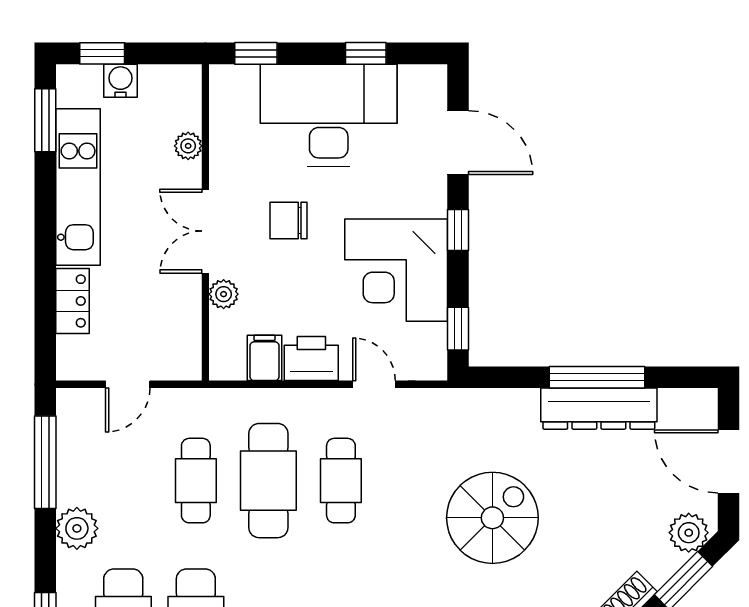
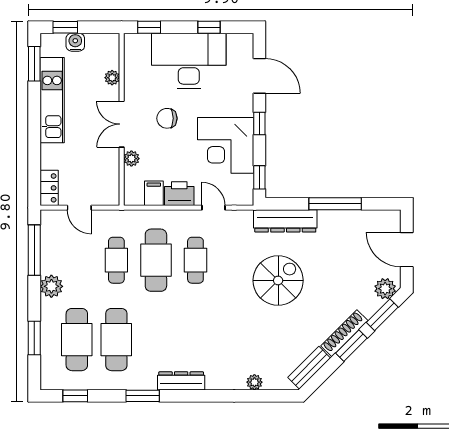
locker: (72, 301) -> (49, 188), moved
door: (128, 384) -> (79, 208), hinge flipped
dresser: (599, 409) -> (285, 221), moved

